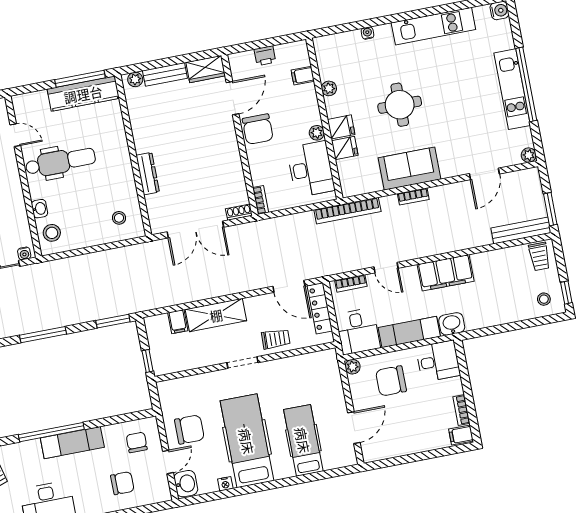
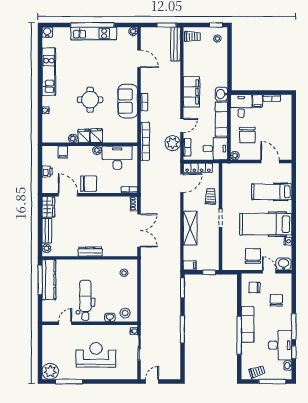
fridge: (345, 148) -> (84, 136), moved
dresser: (148, 174) -> (90, 252), moved
plant: (353, 258) -> (173, 143), added
filing cabinet: (178, 322) -> (190, 265), moved
filing cabinet: (461, 435) -> (257, 101), moved

